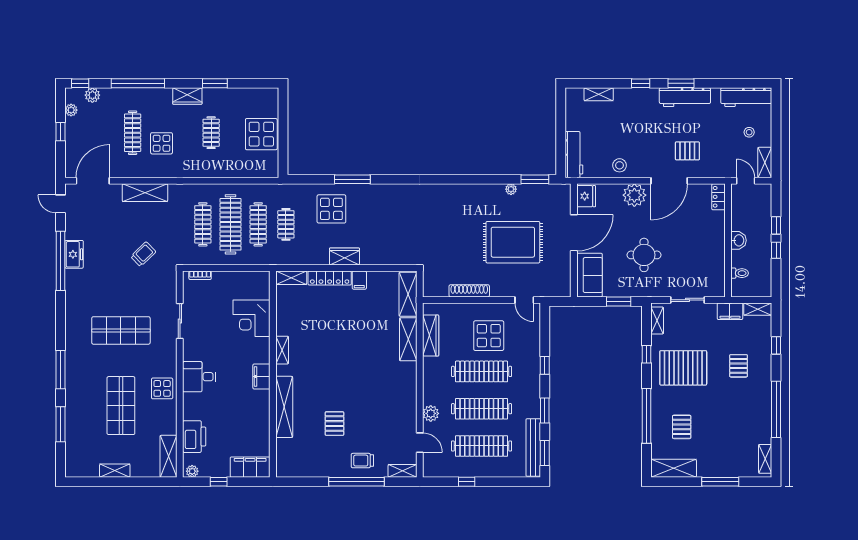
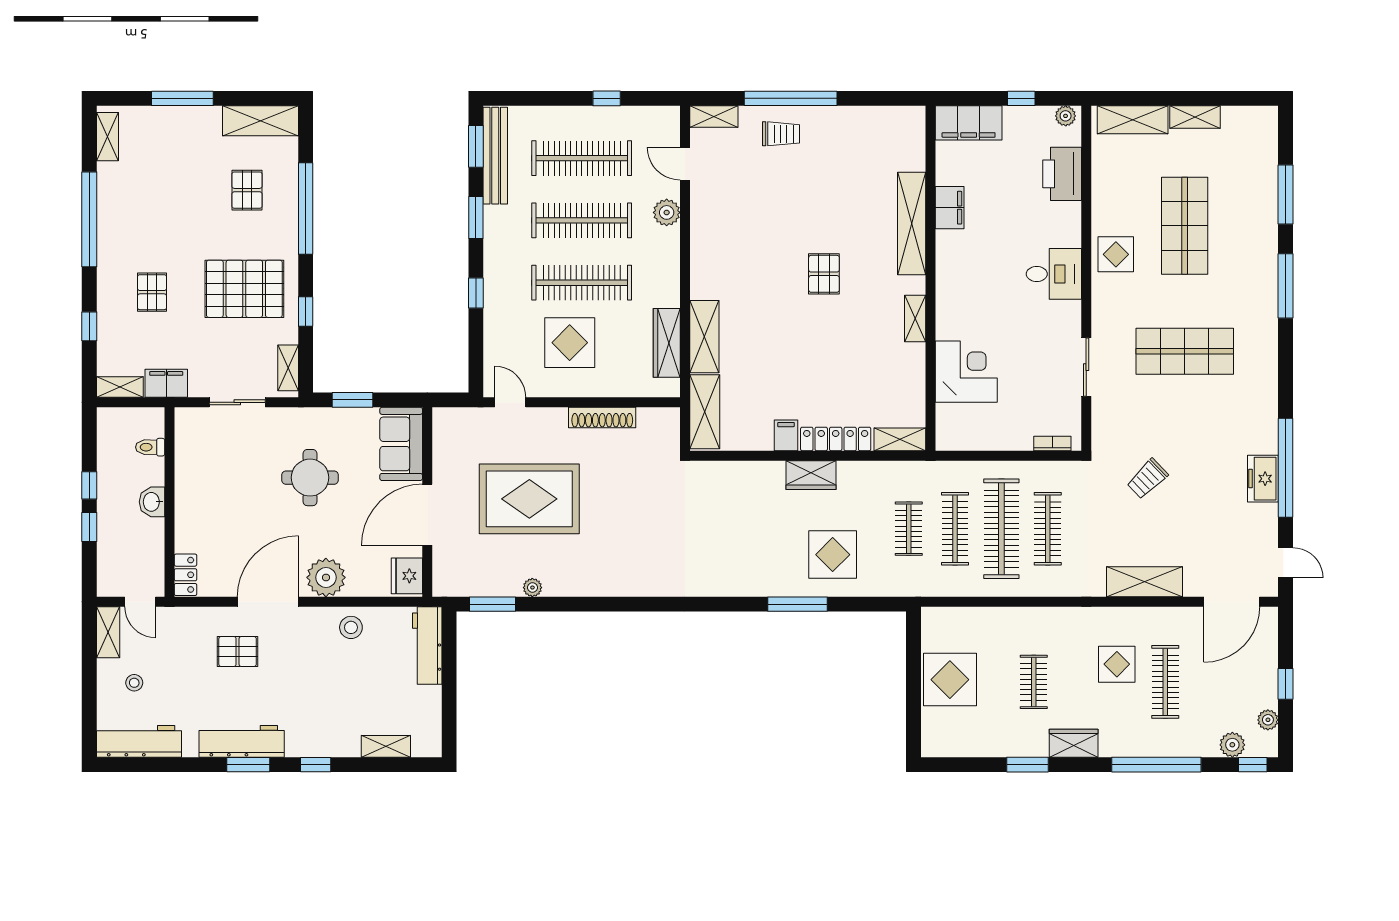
filing cabinet: (261, 377) -> (950, 208), moved
pallet: (334, 424) -> (824, 274), moved
shelving: (168, 456) -> (1133, 120), moved, turned 90

